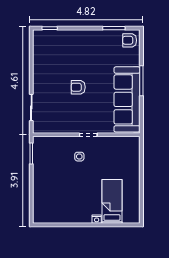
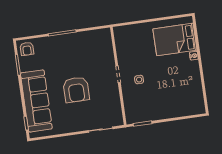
armchair: (78, 87) -> (76, 90), width x1.88, depth x1.88
sofa: (127, 99) -> (36, 101), moved, turned -90
bed: (112, 201) -> (175, 39), width x1.50

